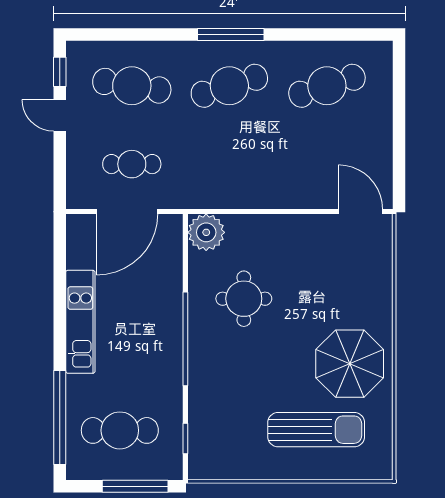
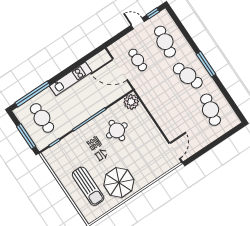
cafe table: (327, 86) -> (211, 110), turned 30
door: (60, 115) -> (138, 23), hinge flipped

